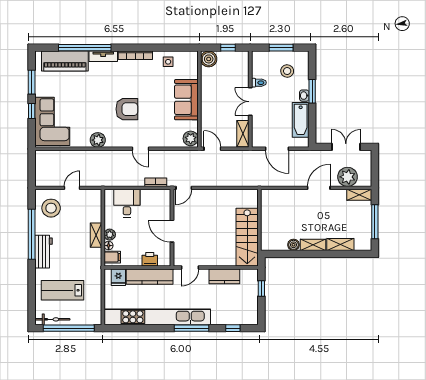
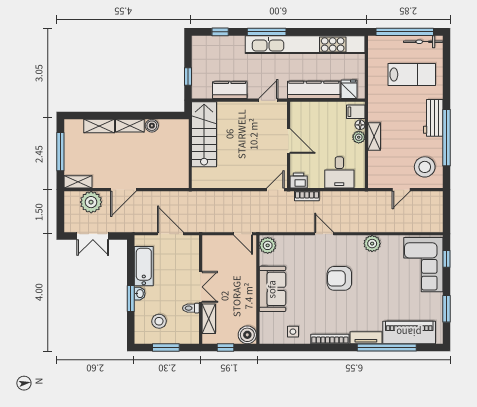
window: (32, 111) -> (446, 259), moved
shelving: (243, 134) -> (209, 319), moved
printer: (150, 259) -> (299, 181), moved, turned 180

